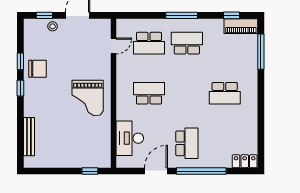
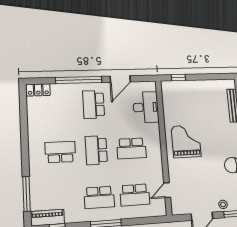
school desk: (149, 43) -> (135, 195), turned 180
school desk: (187, 93) -> (96, 150), added

